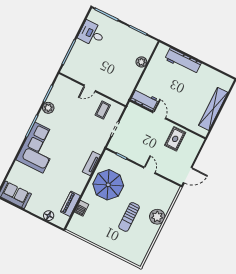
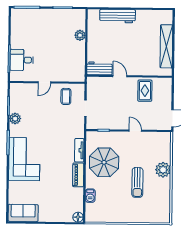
desk: (92, 34) -> (22, 60), moved
piano: (70, 204) -> (78, 175), moved
floor lamp: (49, 216) -> (78, 217), moved

